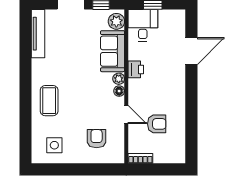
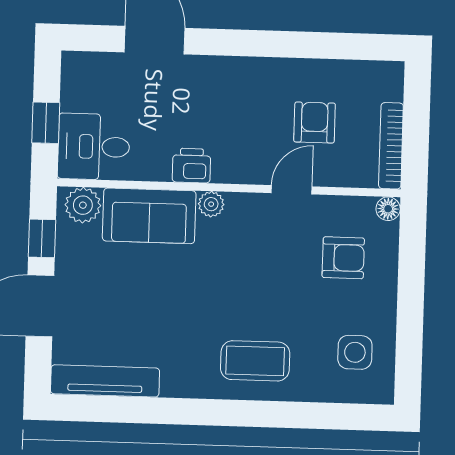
floor lamp: (119, 91) -> (388, 209), moved
armchair: (97, 139) -> (343, 258), turned 180
bookcase: (140, 158) -> (391, 146), width x1.56

